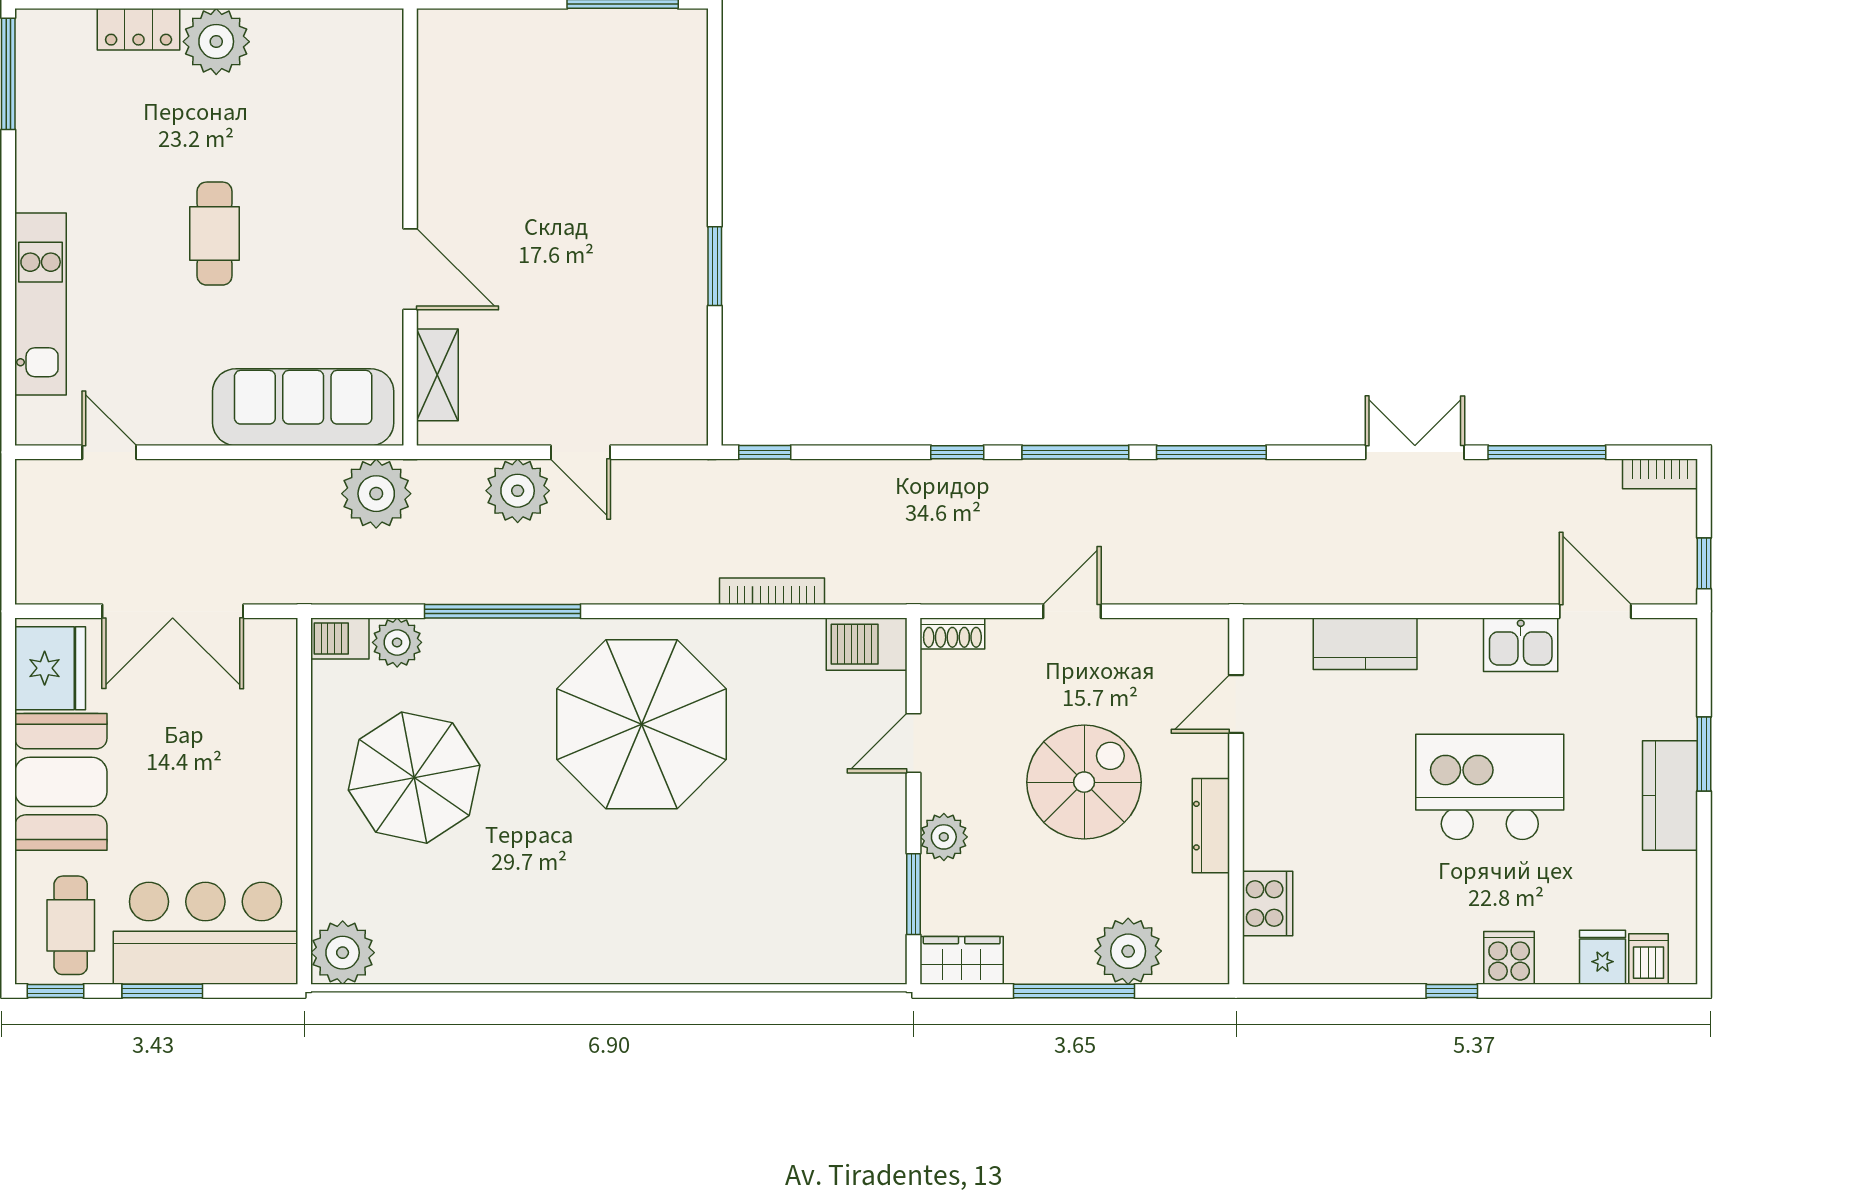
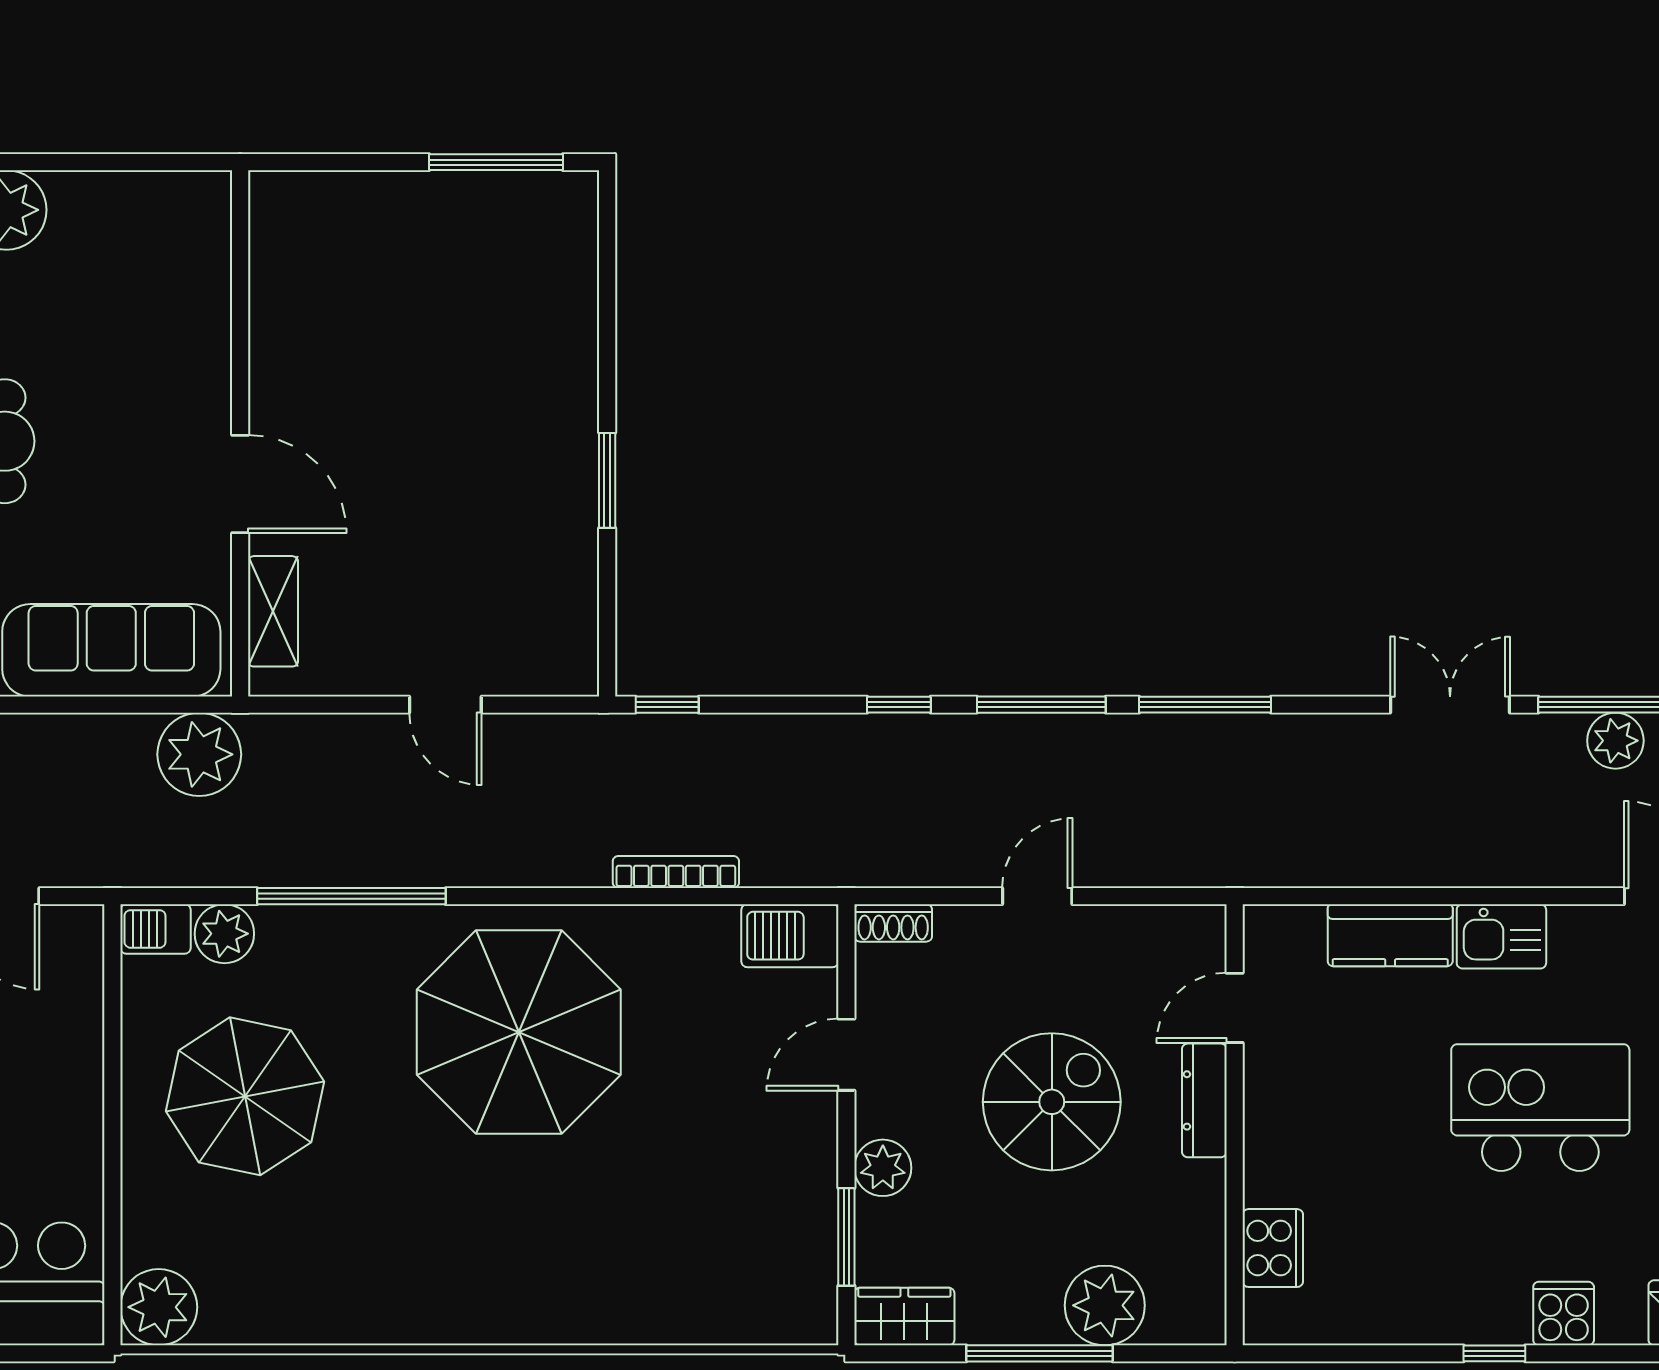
plant: (518, 491) -> (1615, 741), moved, width x0.73, depth x0.73
kitchen sink: (1521, 645) -> (1501, 936), moved
dresser: (1211, 826) -> (1204, 1100), moved

